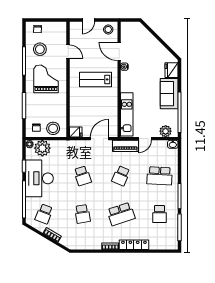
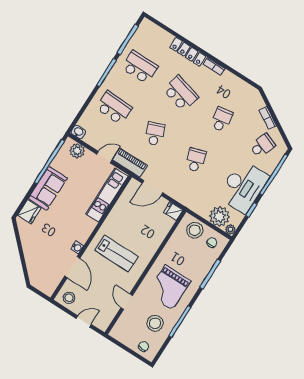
school desk: (121, 176) -> (155, 134), turned -45
school desk: (121, 214) -> (181, 93), turned 33
school desk: (159, 214) -> (140, 67), width x1.85

